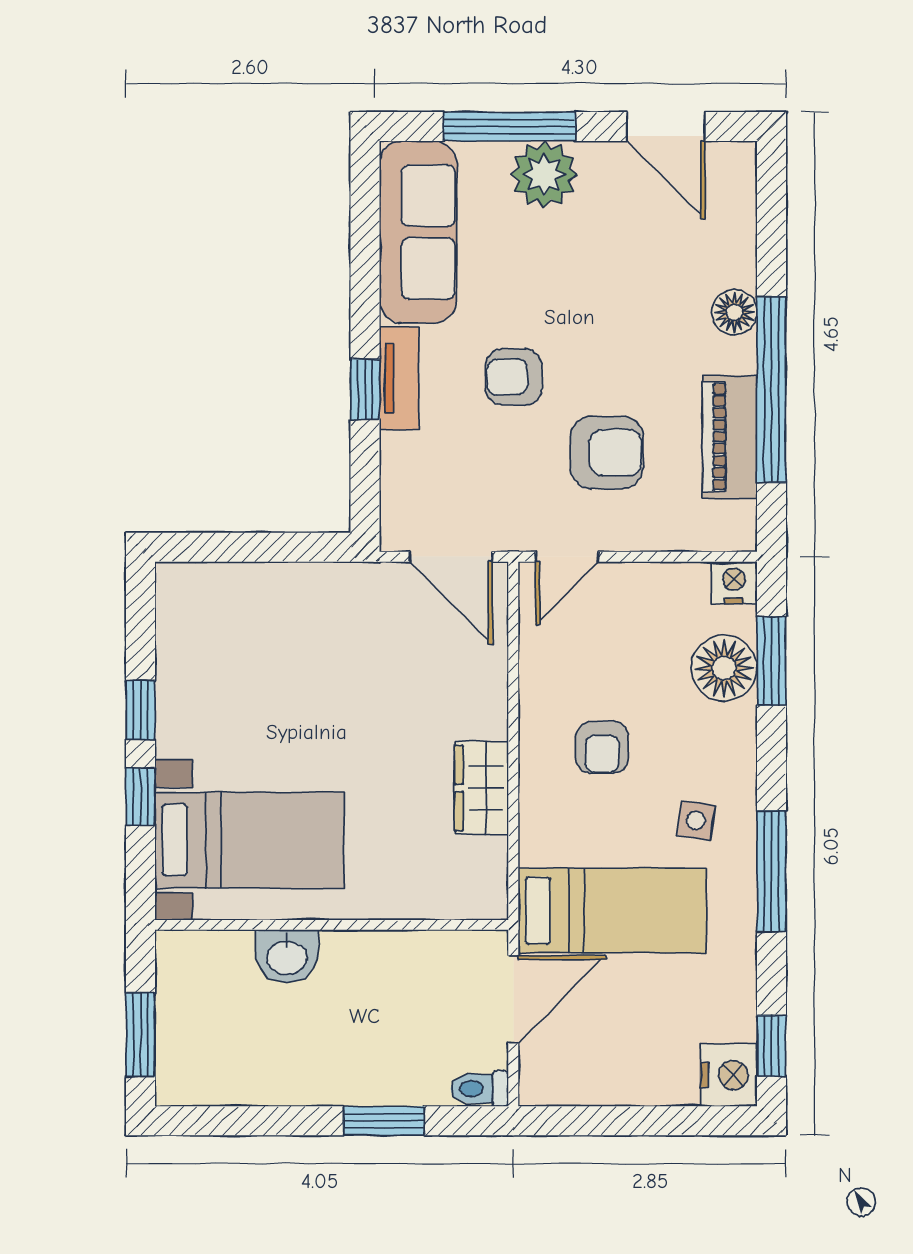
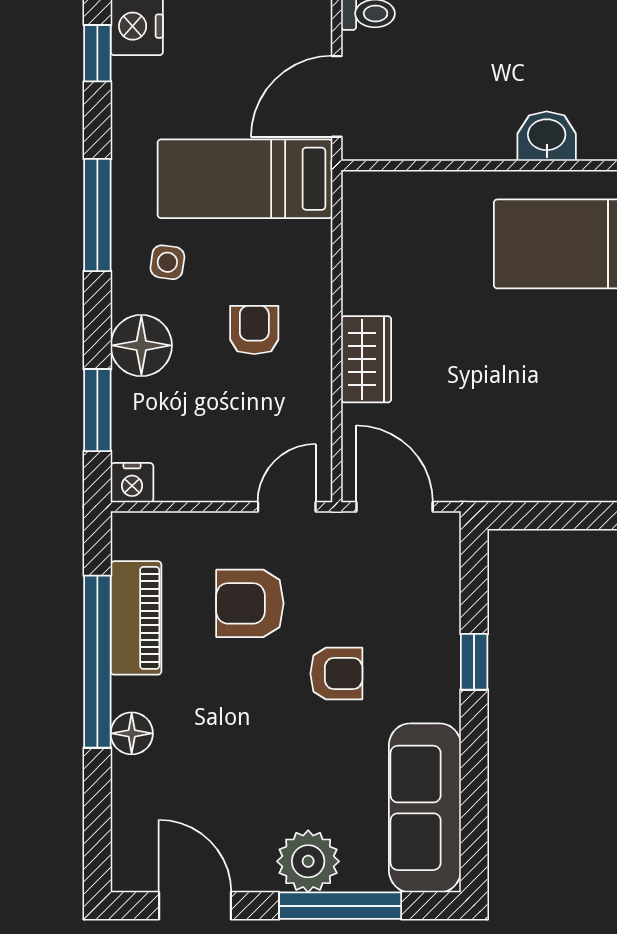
tv unit: (399, 378) -> (443, 672), removed
floor lamp: (724, 668) -> (141, 345), moved
wardrobe: (481, 788) -> (366, 359), moved

